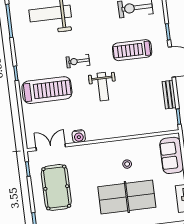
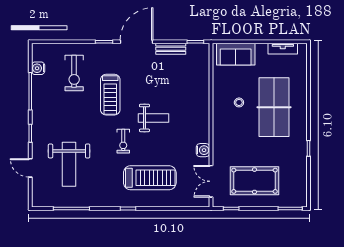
treadmill: (132, 50) -> (110, 95), moved
treadmill: (47, 90) -> (150, 178), turned 90

